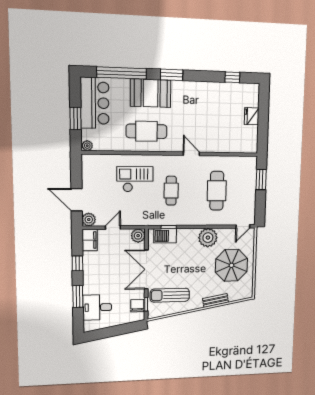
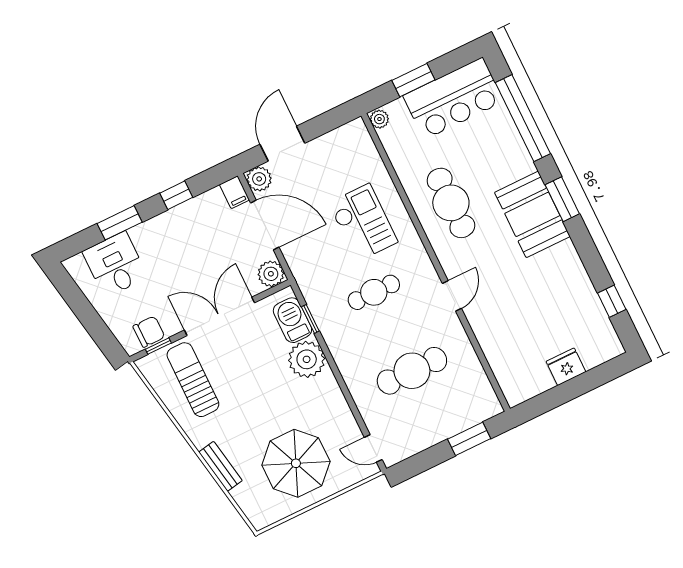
booth: (151, 93) -> (532, 214), moved
door: (113, 227) -> (265, 225), width x1.88
plant: (208, 238) -> (307, 359), moved
filing cabinet: (90, 240) -> (235, 192), width x0.50

